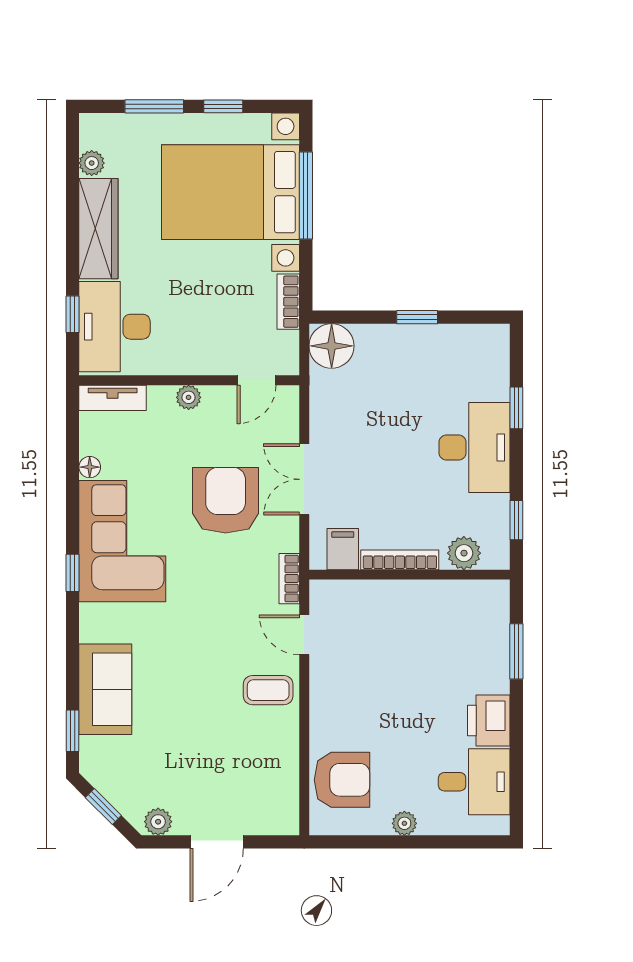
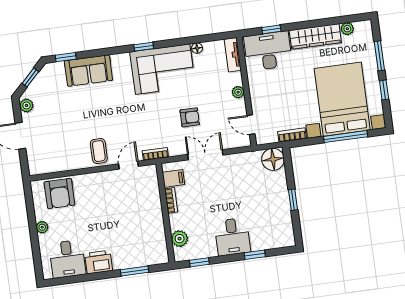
desk: (474, 448) -> (232, 237), width x0.73
armchair: (226, 500) -> (190, 117), width x0.53, depth x0.53
bookcase: (400, 560) -> (171, 200), width x0.64

